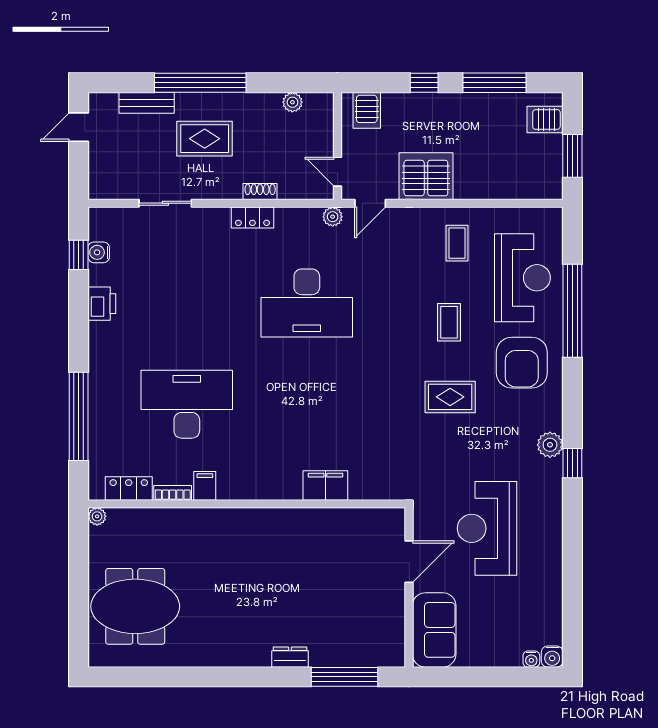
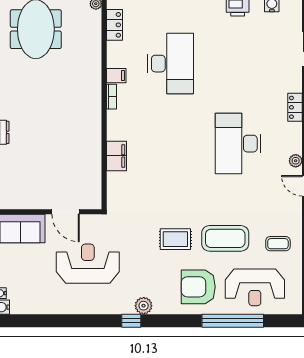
coffee table: (449, 322) -> (225, 238), width x1.86, depth x1.72
rug: (450, 397) -> (175, 239), turned 90
bookcase: (173, 493) -> (112, 97), moved

